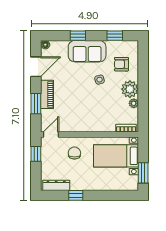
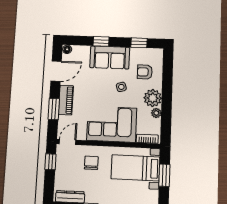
corner sofa: (92, 116) -> (112, 124), added
window: (143, 173) -> (164, 175), moved

